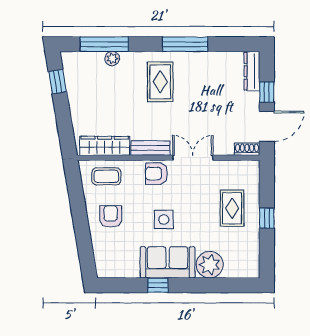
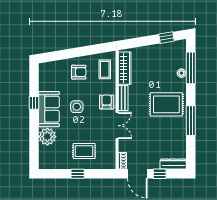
rug: (160, 82) -> (166, 104), width x1.36, depth x1.43

